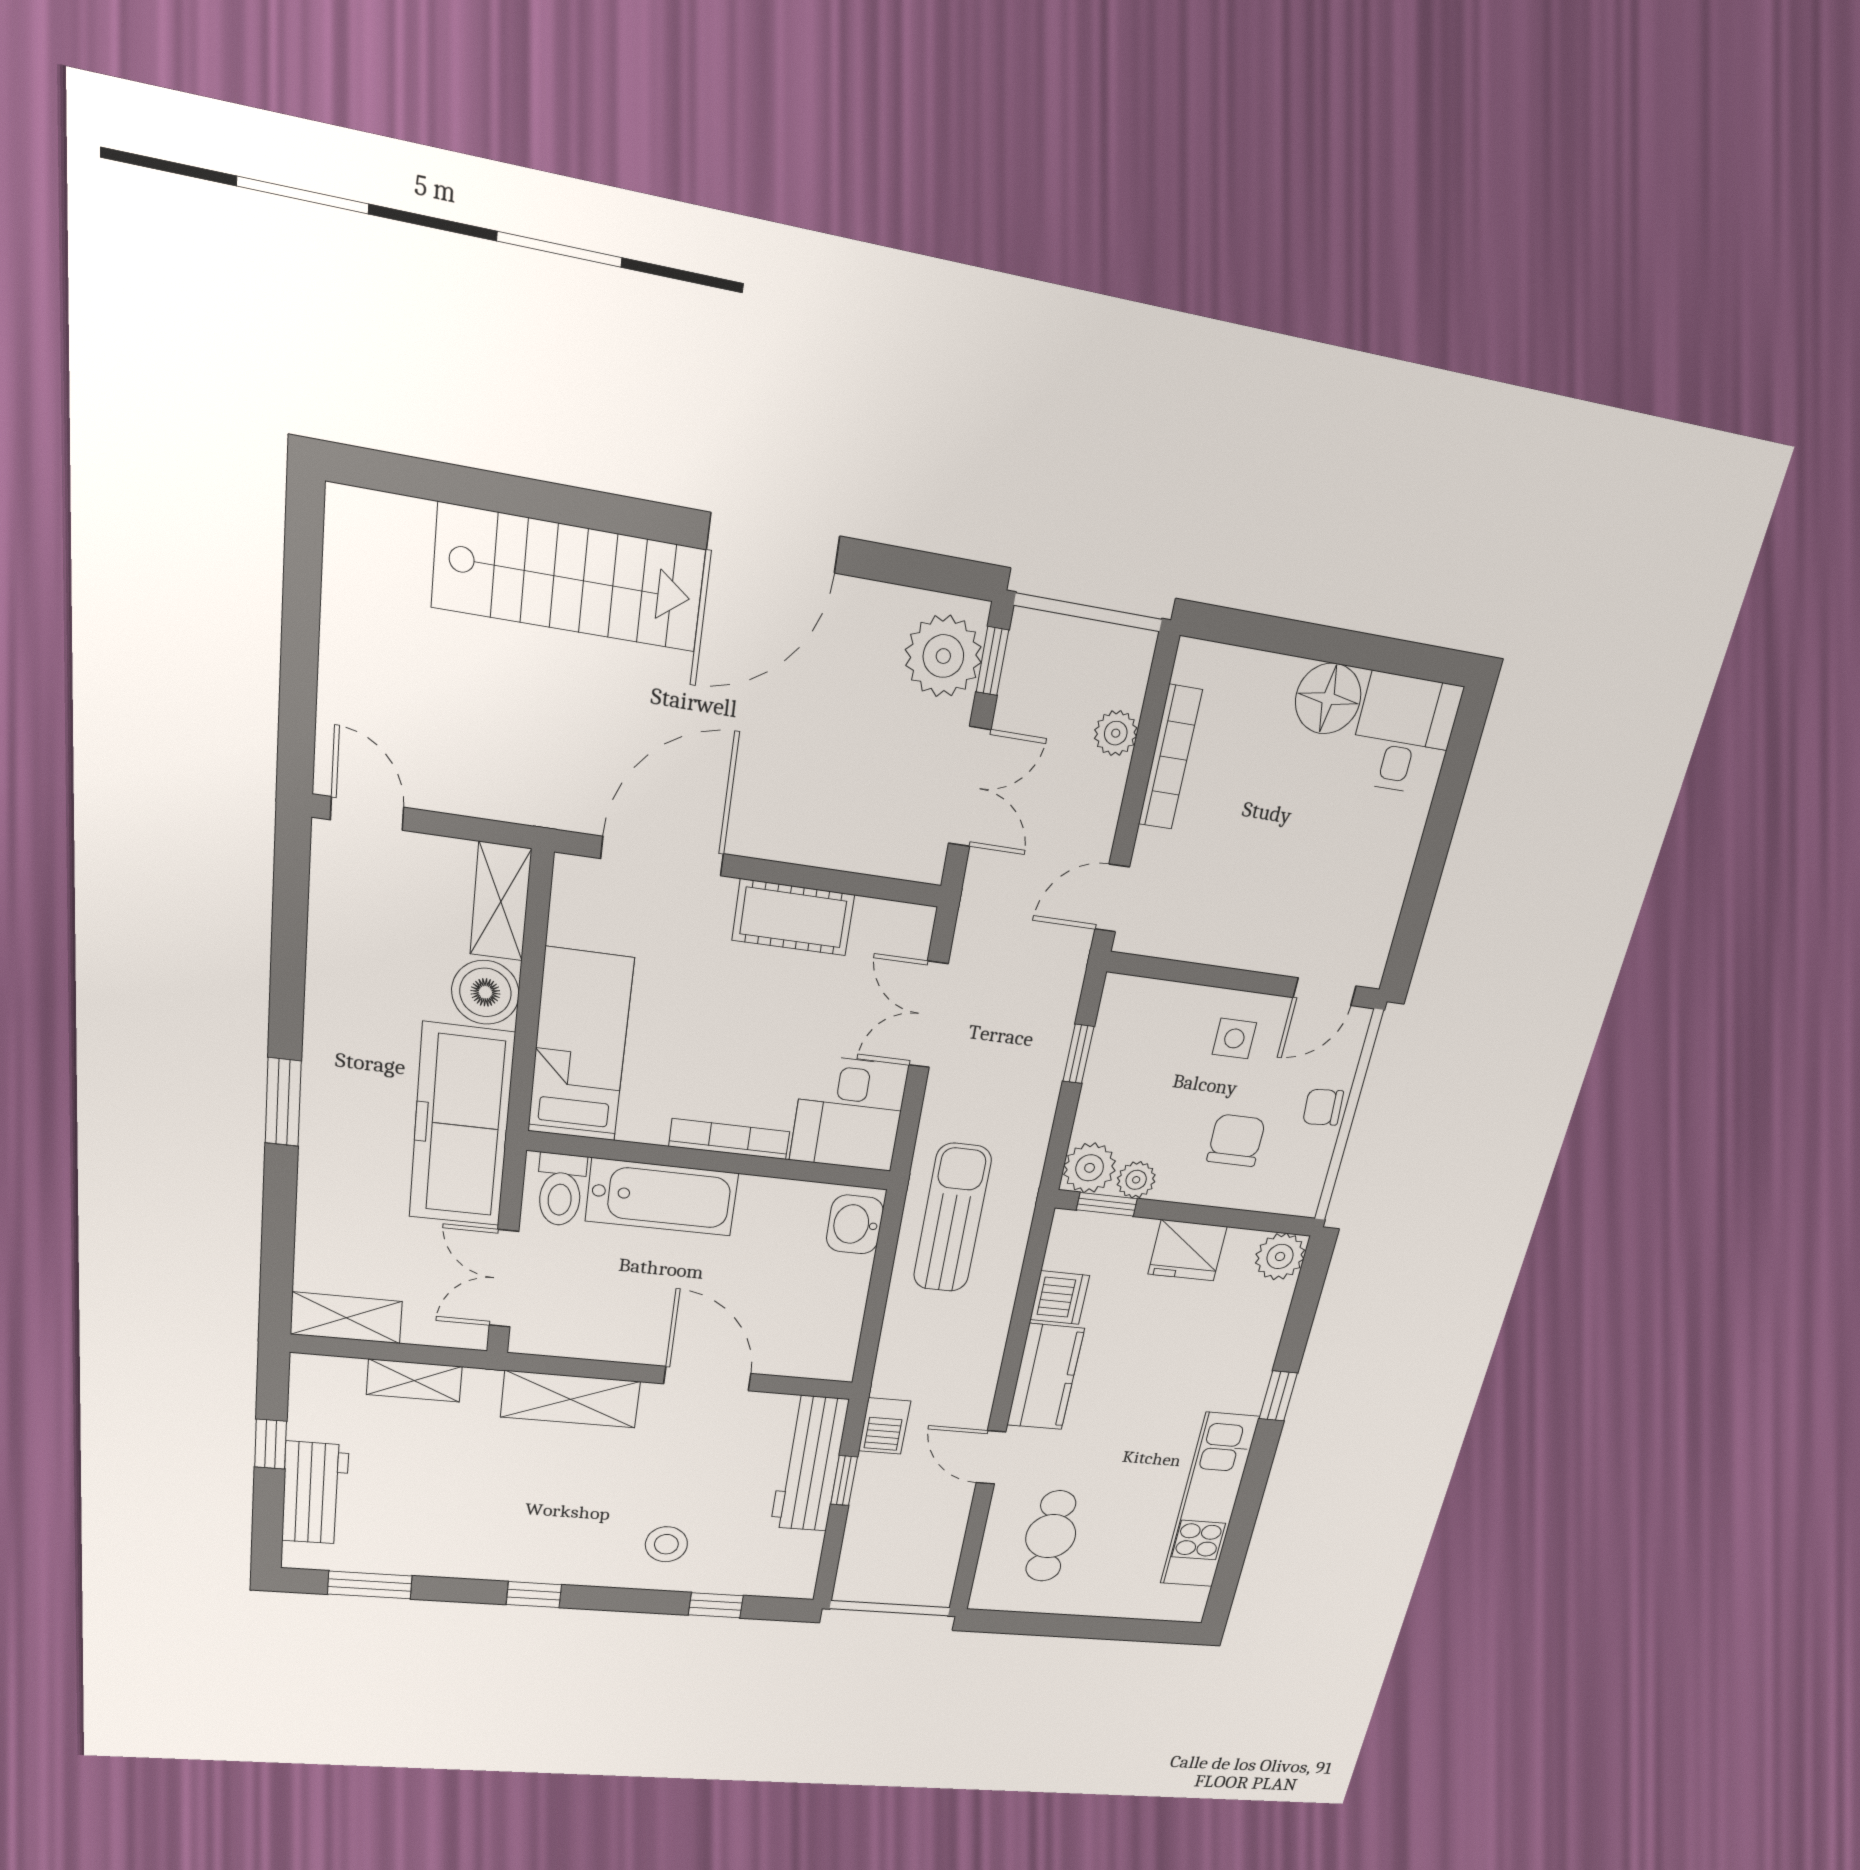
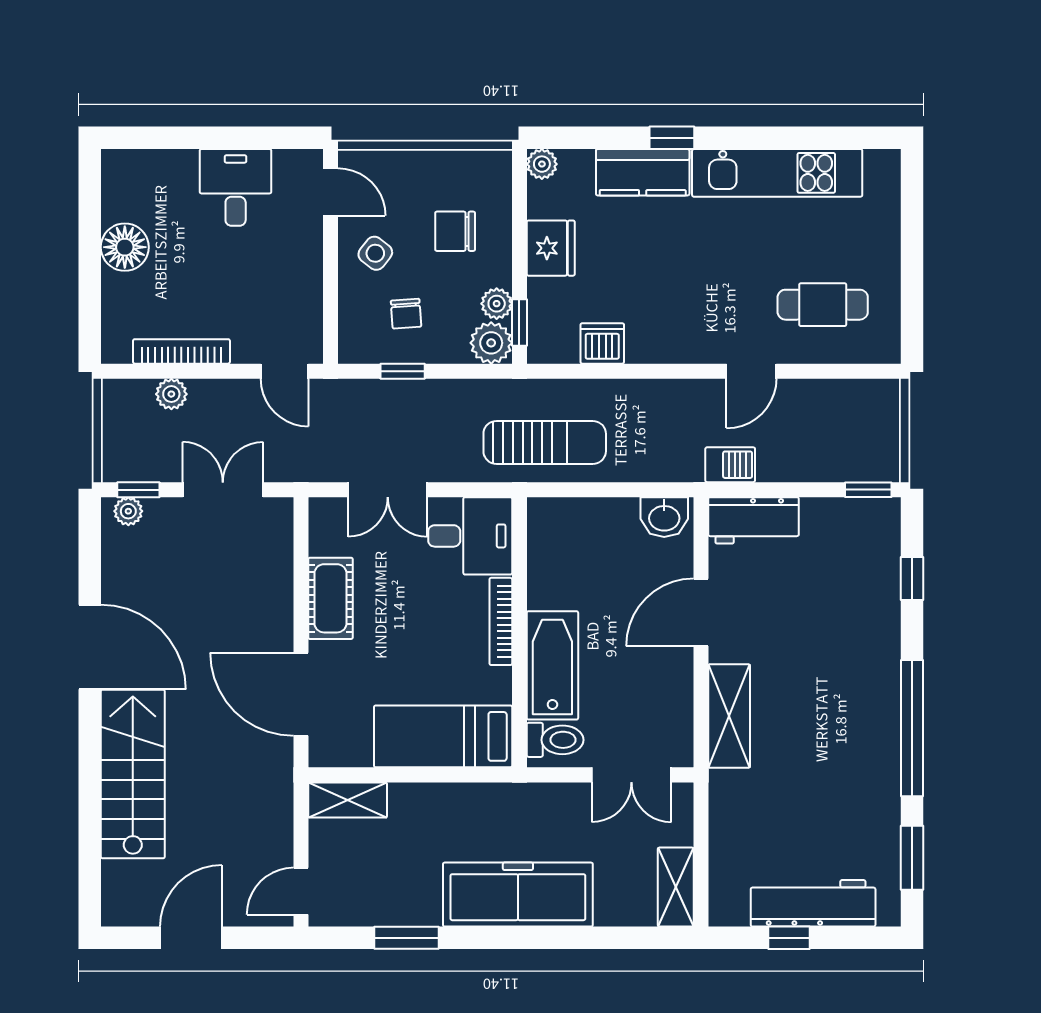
door: (300, 629) -> (191, 938), added
plant: (943, 656) -> (128, 511), width x0.53, depth x0.53
desk: (1404, 734) -> (236, 187), moved, turned 90
boiler: (485, 992) -> (413, 805), removed
side table: (1234, 1038) -> (375, 253), turned 38
window: (283, 1102) -> (406, 938), moved
chair: (1323, 1107) -> (406, 314), moved
freezer: (462, 1126) -> (518, 895), moved, turned 180
sun lounger: (952, 1218) -> (545, 442), turned 180
washbasin: (855, 1224) -> (664, 517), moved
plant: (1280, 1256) -> (542, 164), width x0.73, depth x0.73
kitchen counter: (1045, 1377) -> (643, 172), moved, turned 180
shelving: (414, 1380) -> (724, 835), removed
workbench: (809, 1464) -> (753, 520), width x0.73
window: (844, 1481) -> (868, 490), moved
workbench: (315, 1493) -> (813, 903), width x1.38
stool: (666, 1544) -> (856, 626), removed
window: (534, 1595) -> (912, 728), width x3.17

